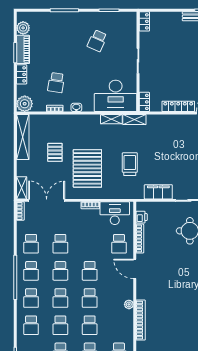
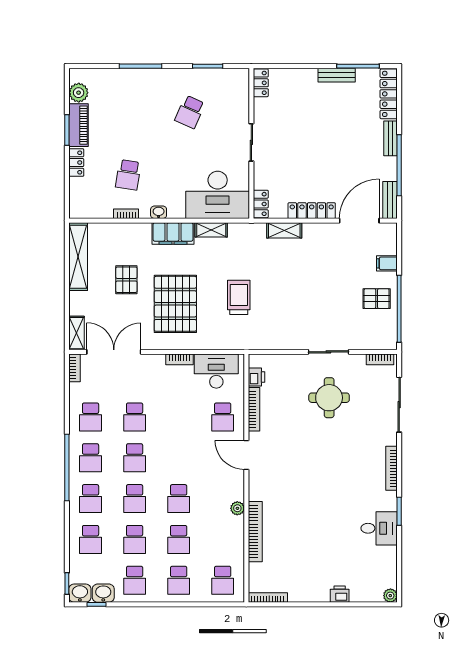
plant: (25, 104) -> (81, 207), removed
shelving: (134, 120) -> (284, 230), moved
filing cabinet: (158, 192) -> (173, 233), moved, turned 180
school desk: (90, 271) -> (179, 458), removed

